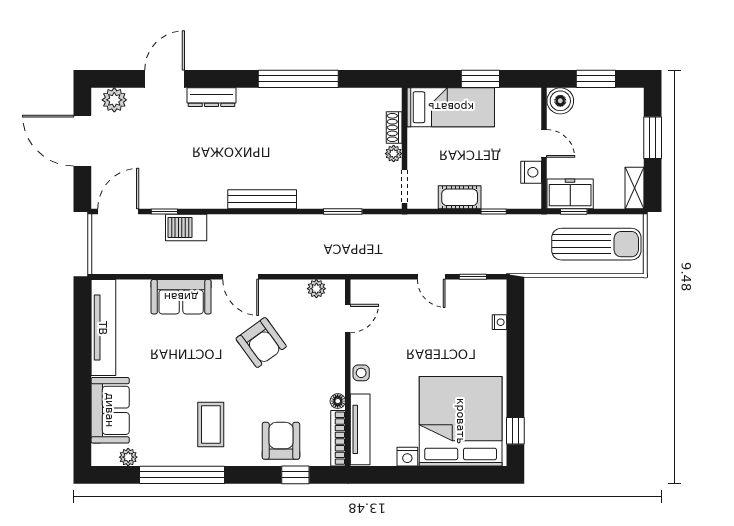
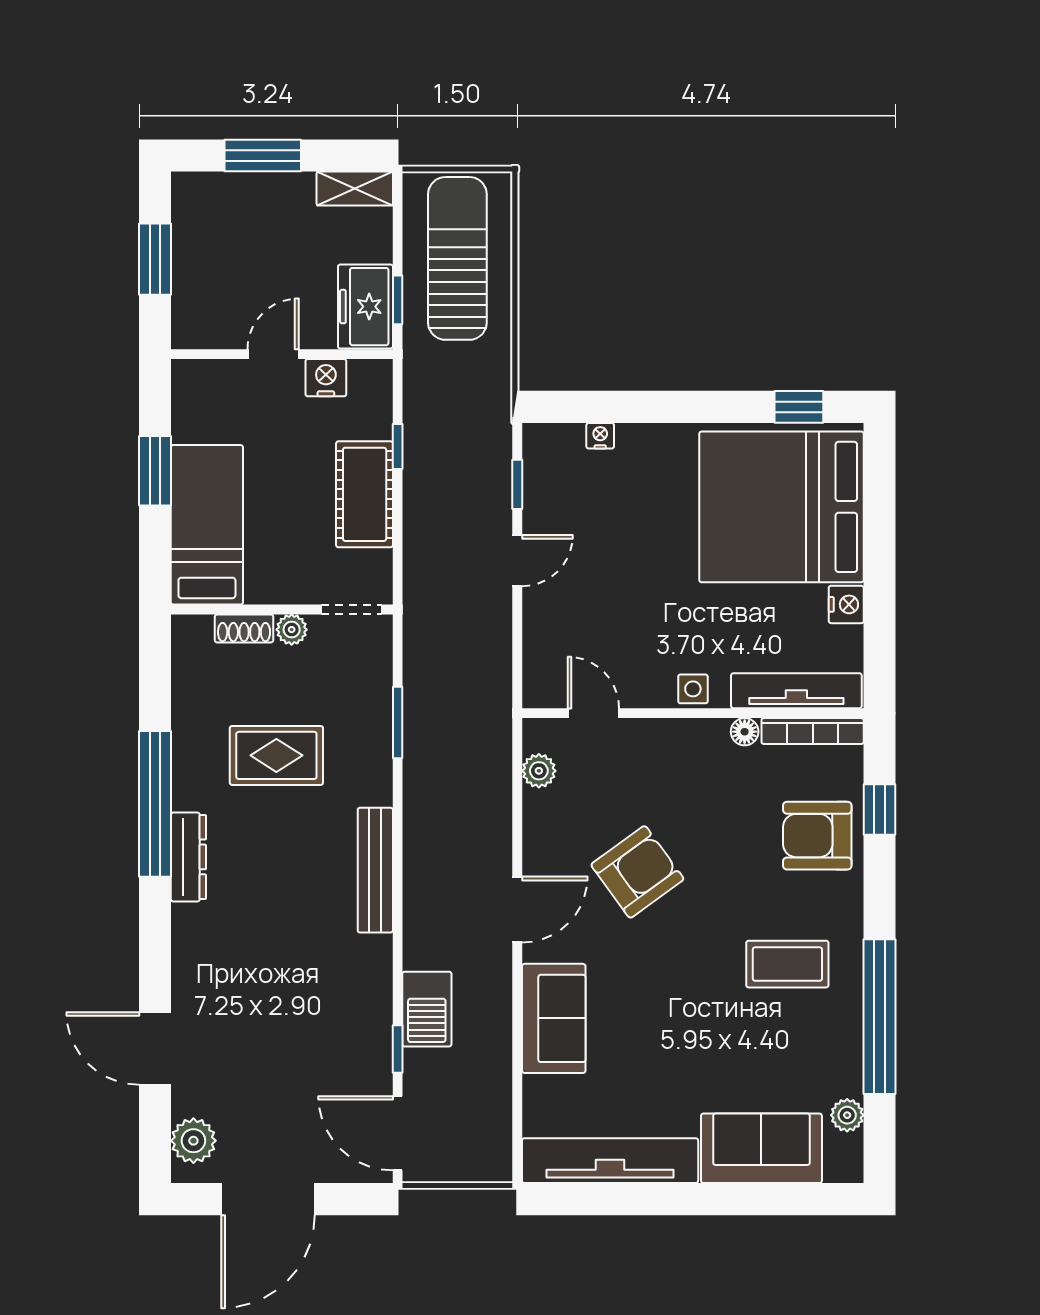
dresser: (212, 97) -> (188, 857), moved
boiler: (560, 101) -> (195, 324), removed
rug: (325, 145) -> (276, 755), added
cot: (460, 197) -> (365, 494), width x1.37, depth x1.34

